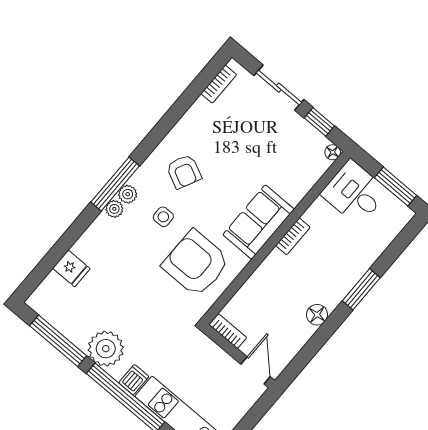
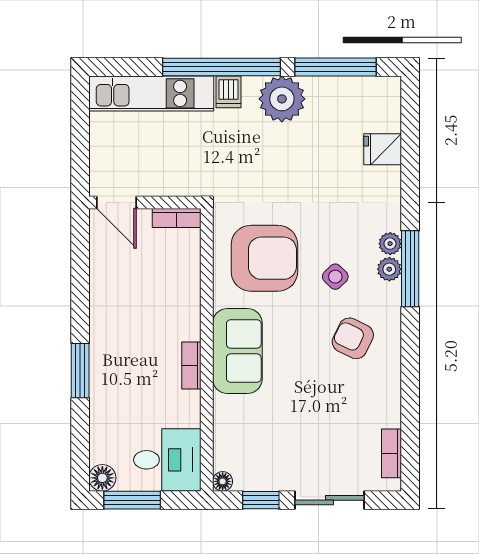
side table: (163, 217) -> (335, 277), turned 45
floor lamp: (317, 315) -> (102, 478), moved

